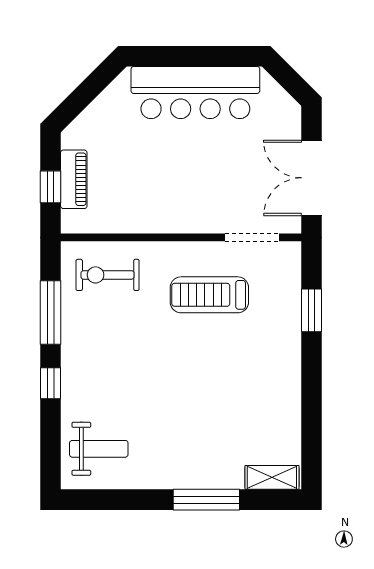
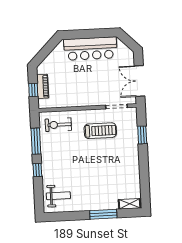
treadmill: (209, 295) -> (100, 131), turned 180

